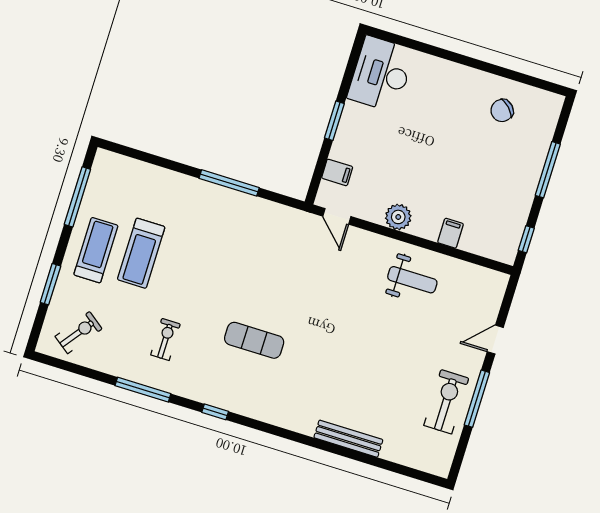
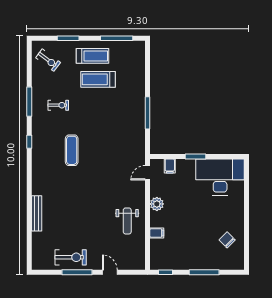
desk: (381, 74) -> (220, 177), width x1.36, depth x1.30

